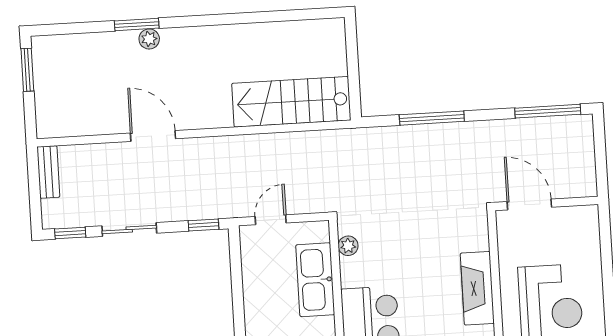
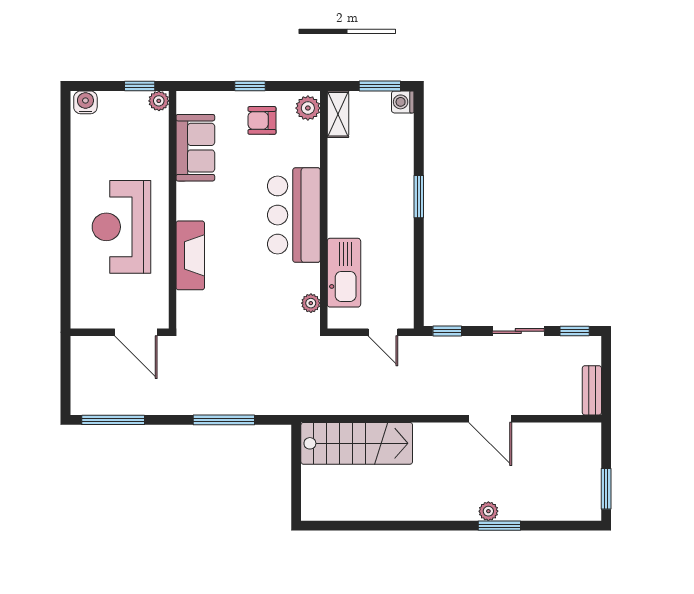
door: (271, 220) -> (383, 332), hinge flipped

